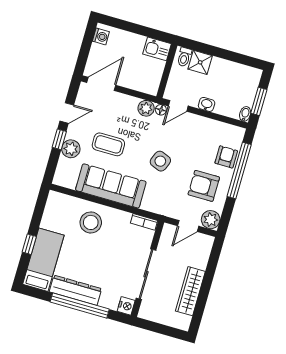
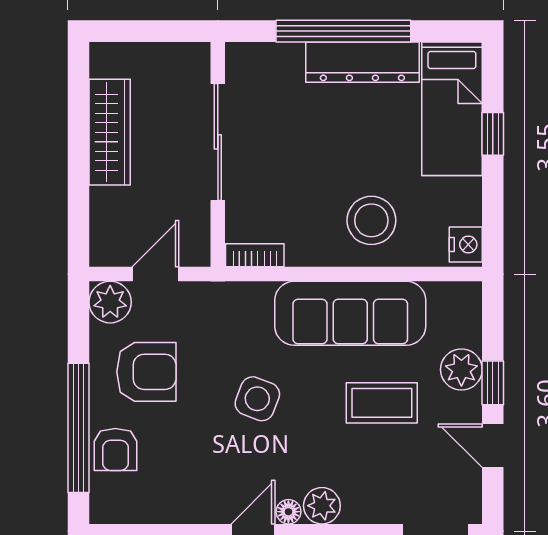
door: (67, 113) -> (493, 446), hinge flipped
nightstand: (126, 306) -> (466, 245), moved, turned 180

